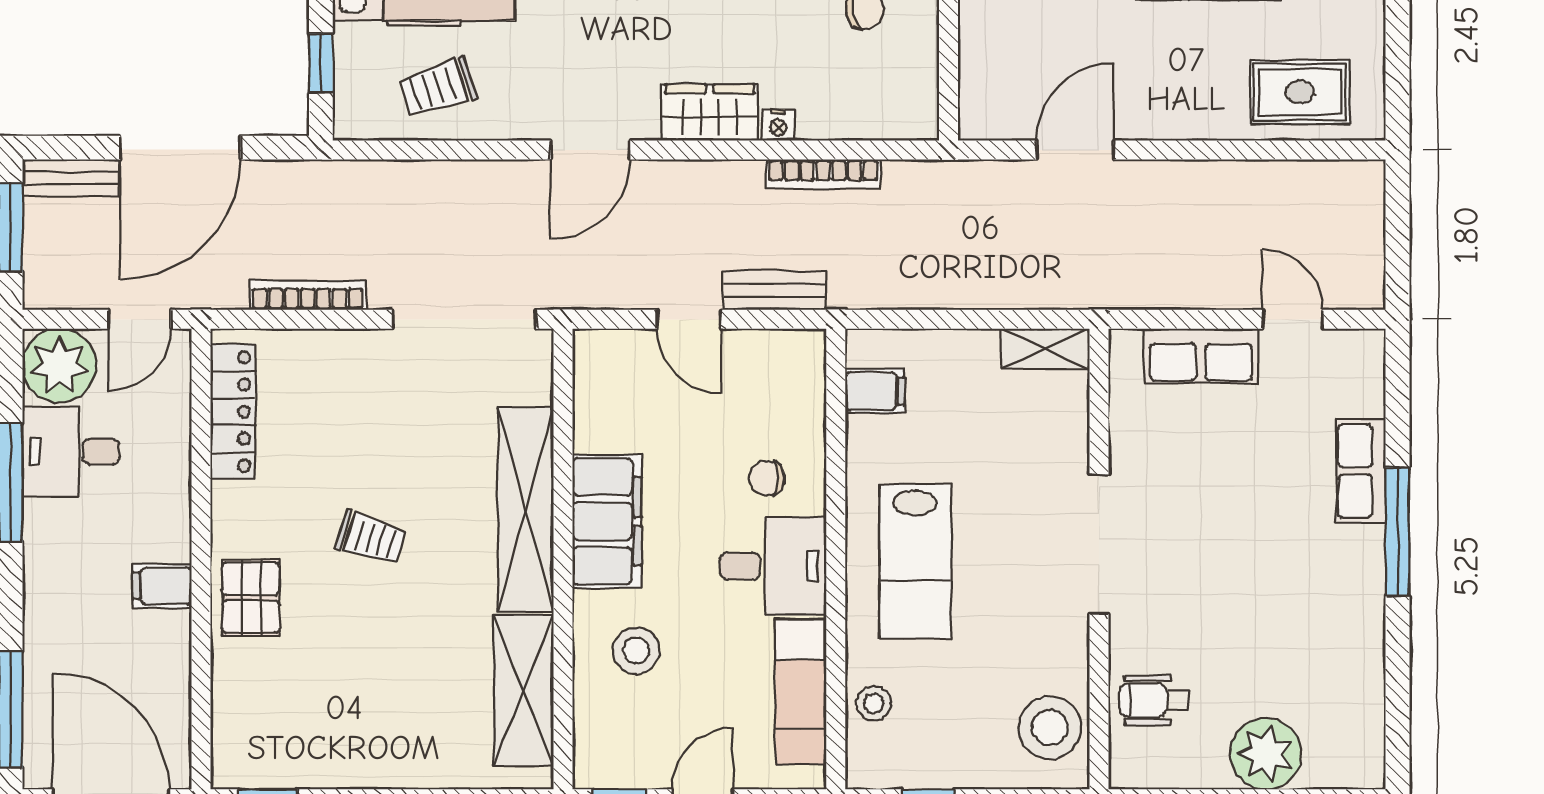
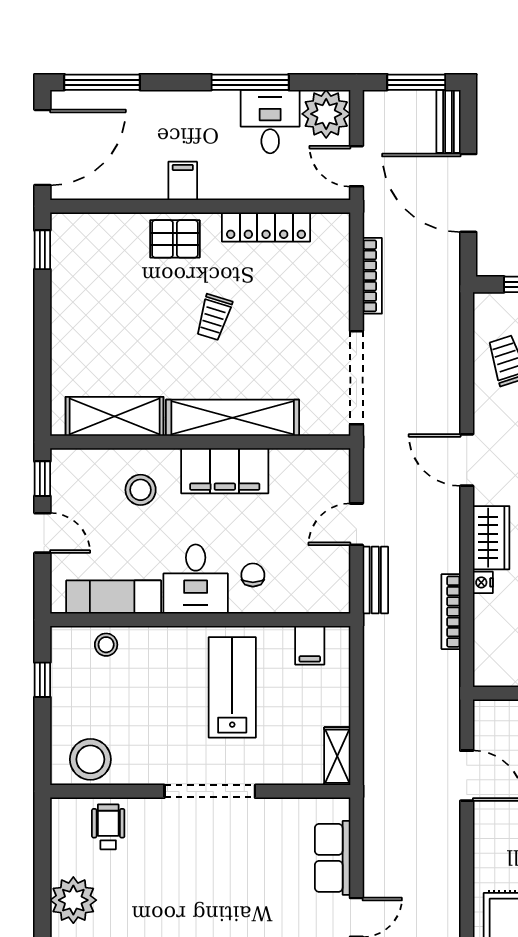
locker: (233, 412) -> (266, 227), moved
lab bench: (915, 562) -> (232, 687), moved, turned 90

